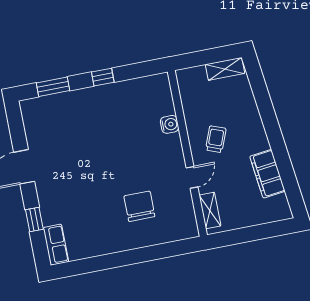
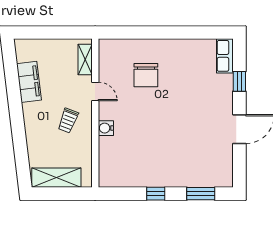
shelving: (225, 69) -> (56, 178), width x1.50, depth x1.33
water cooler: (170, 124) -> (106, 128), moved
door: (192, 177) -> (95, 91), swing flipped

